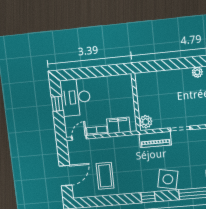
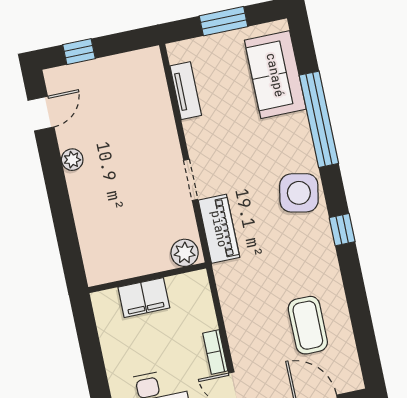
filing cabinet: (119, 125) -> (144, 298), moved, turned -90
coffee table: (105, 176) -> (308, 325), turned 90

